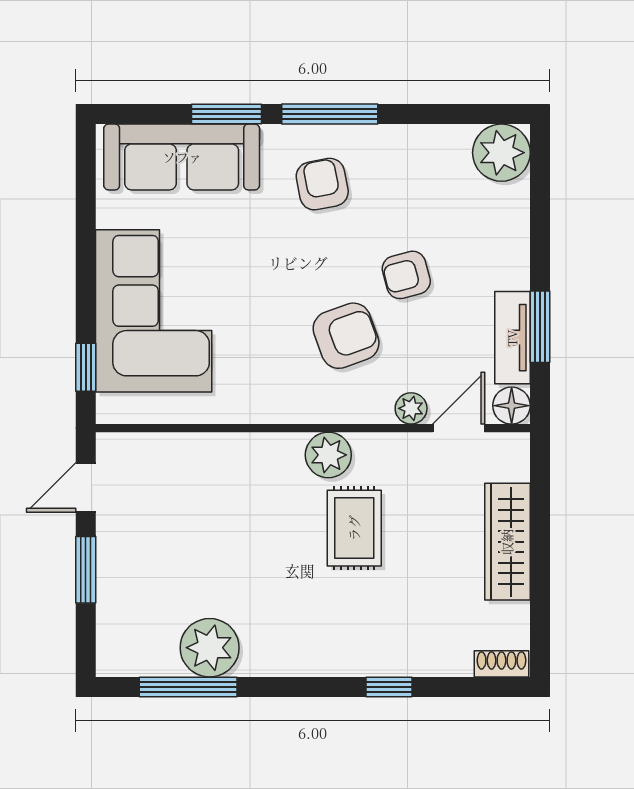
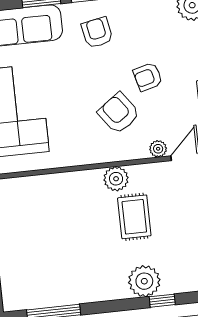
armchair: (346, 336) -> (119, 113), turned -106
plant: (210, 648) -> (144, 281), moved

